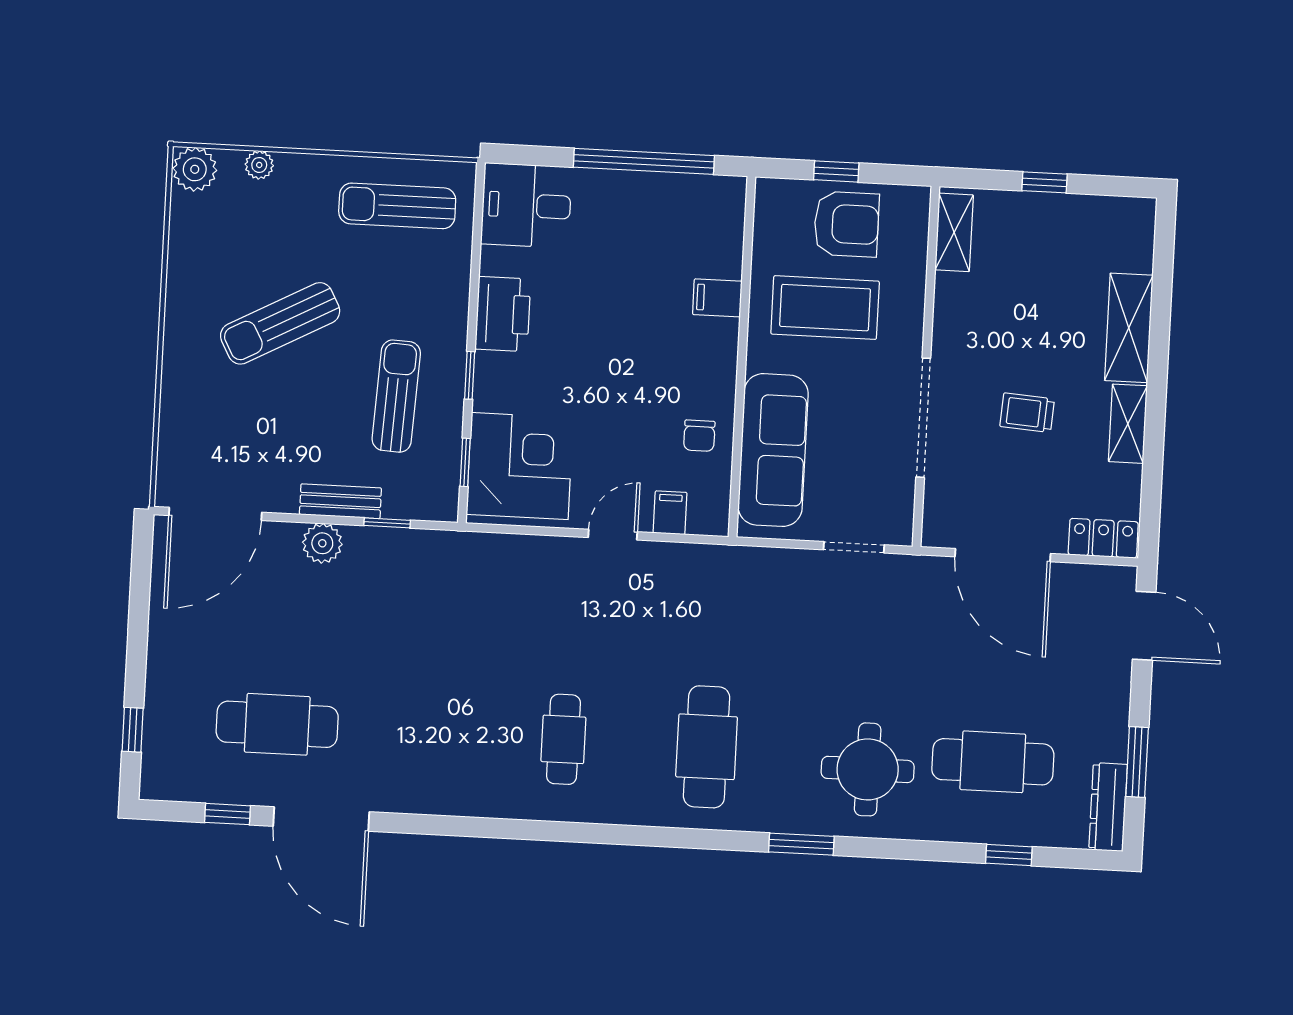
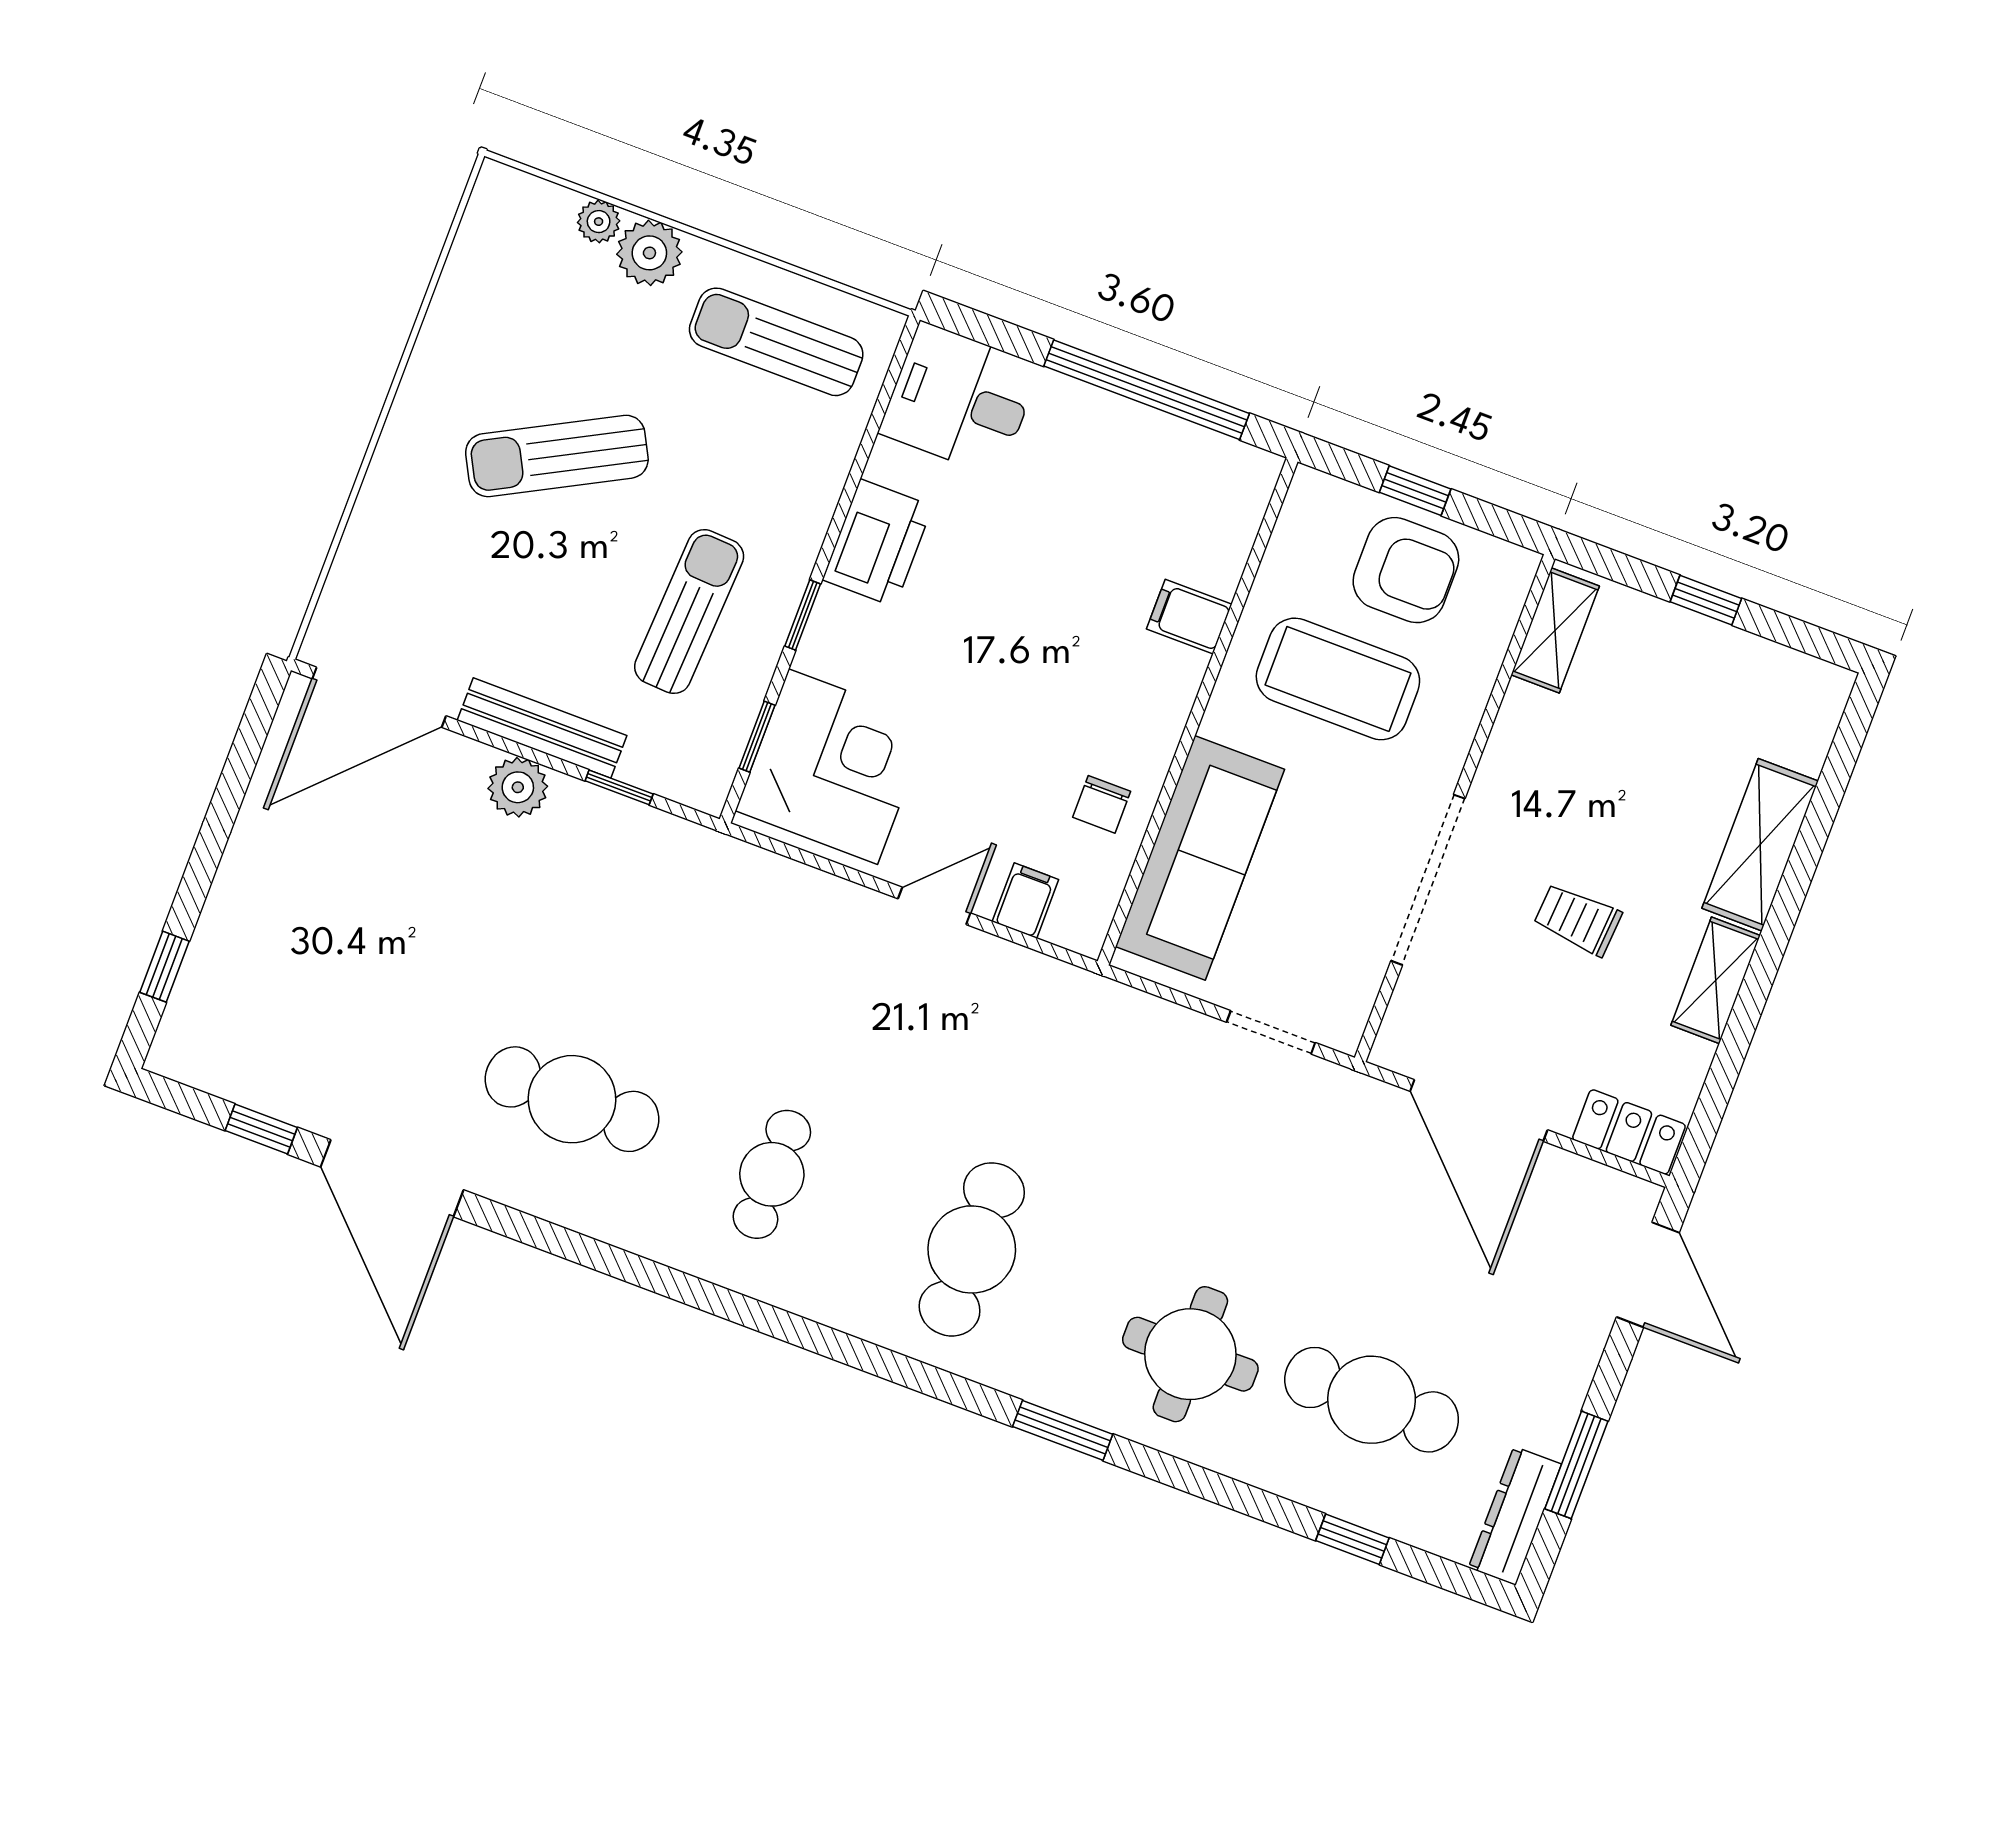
plant: (195, 169) -> (649, 253), moved
bench: (340, 501) -> (542, 728), width x1.36
cafe table: (277, 724) -> (572, 1099), moved

